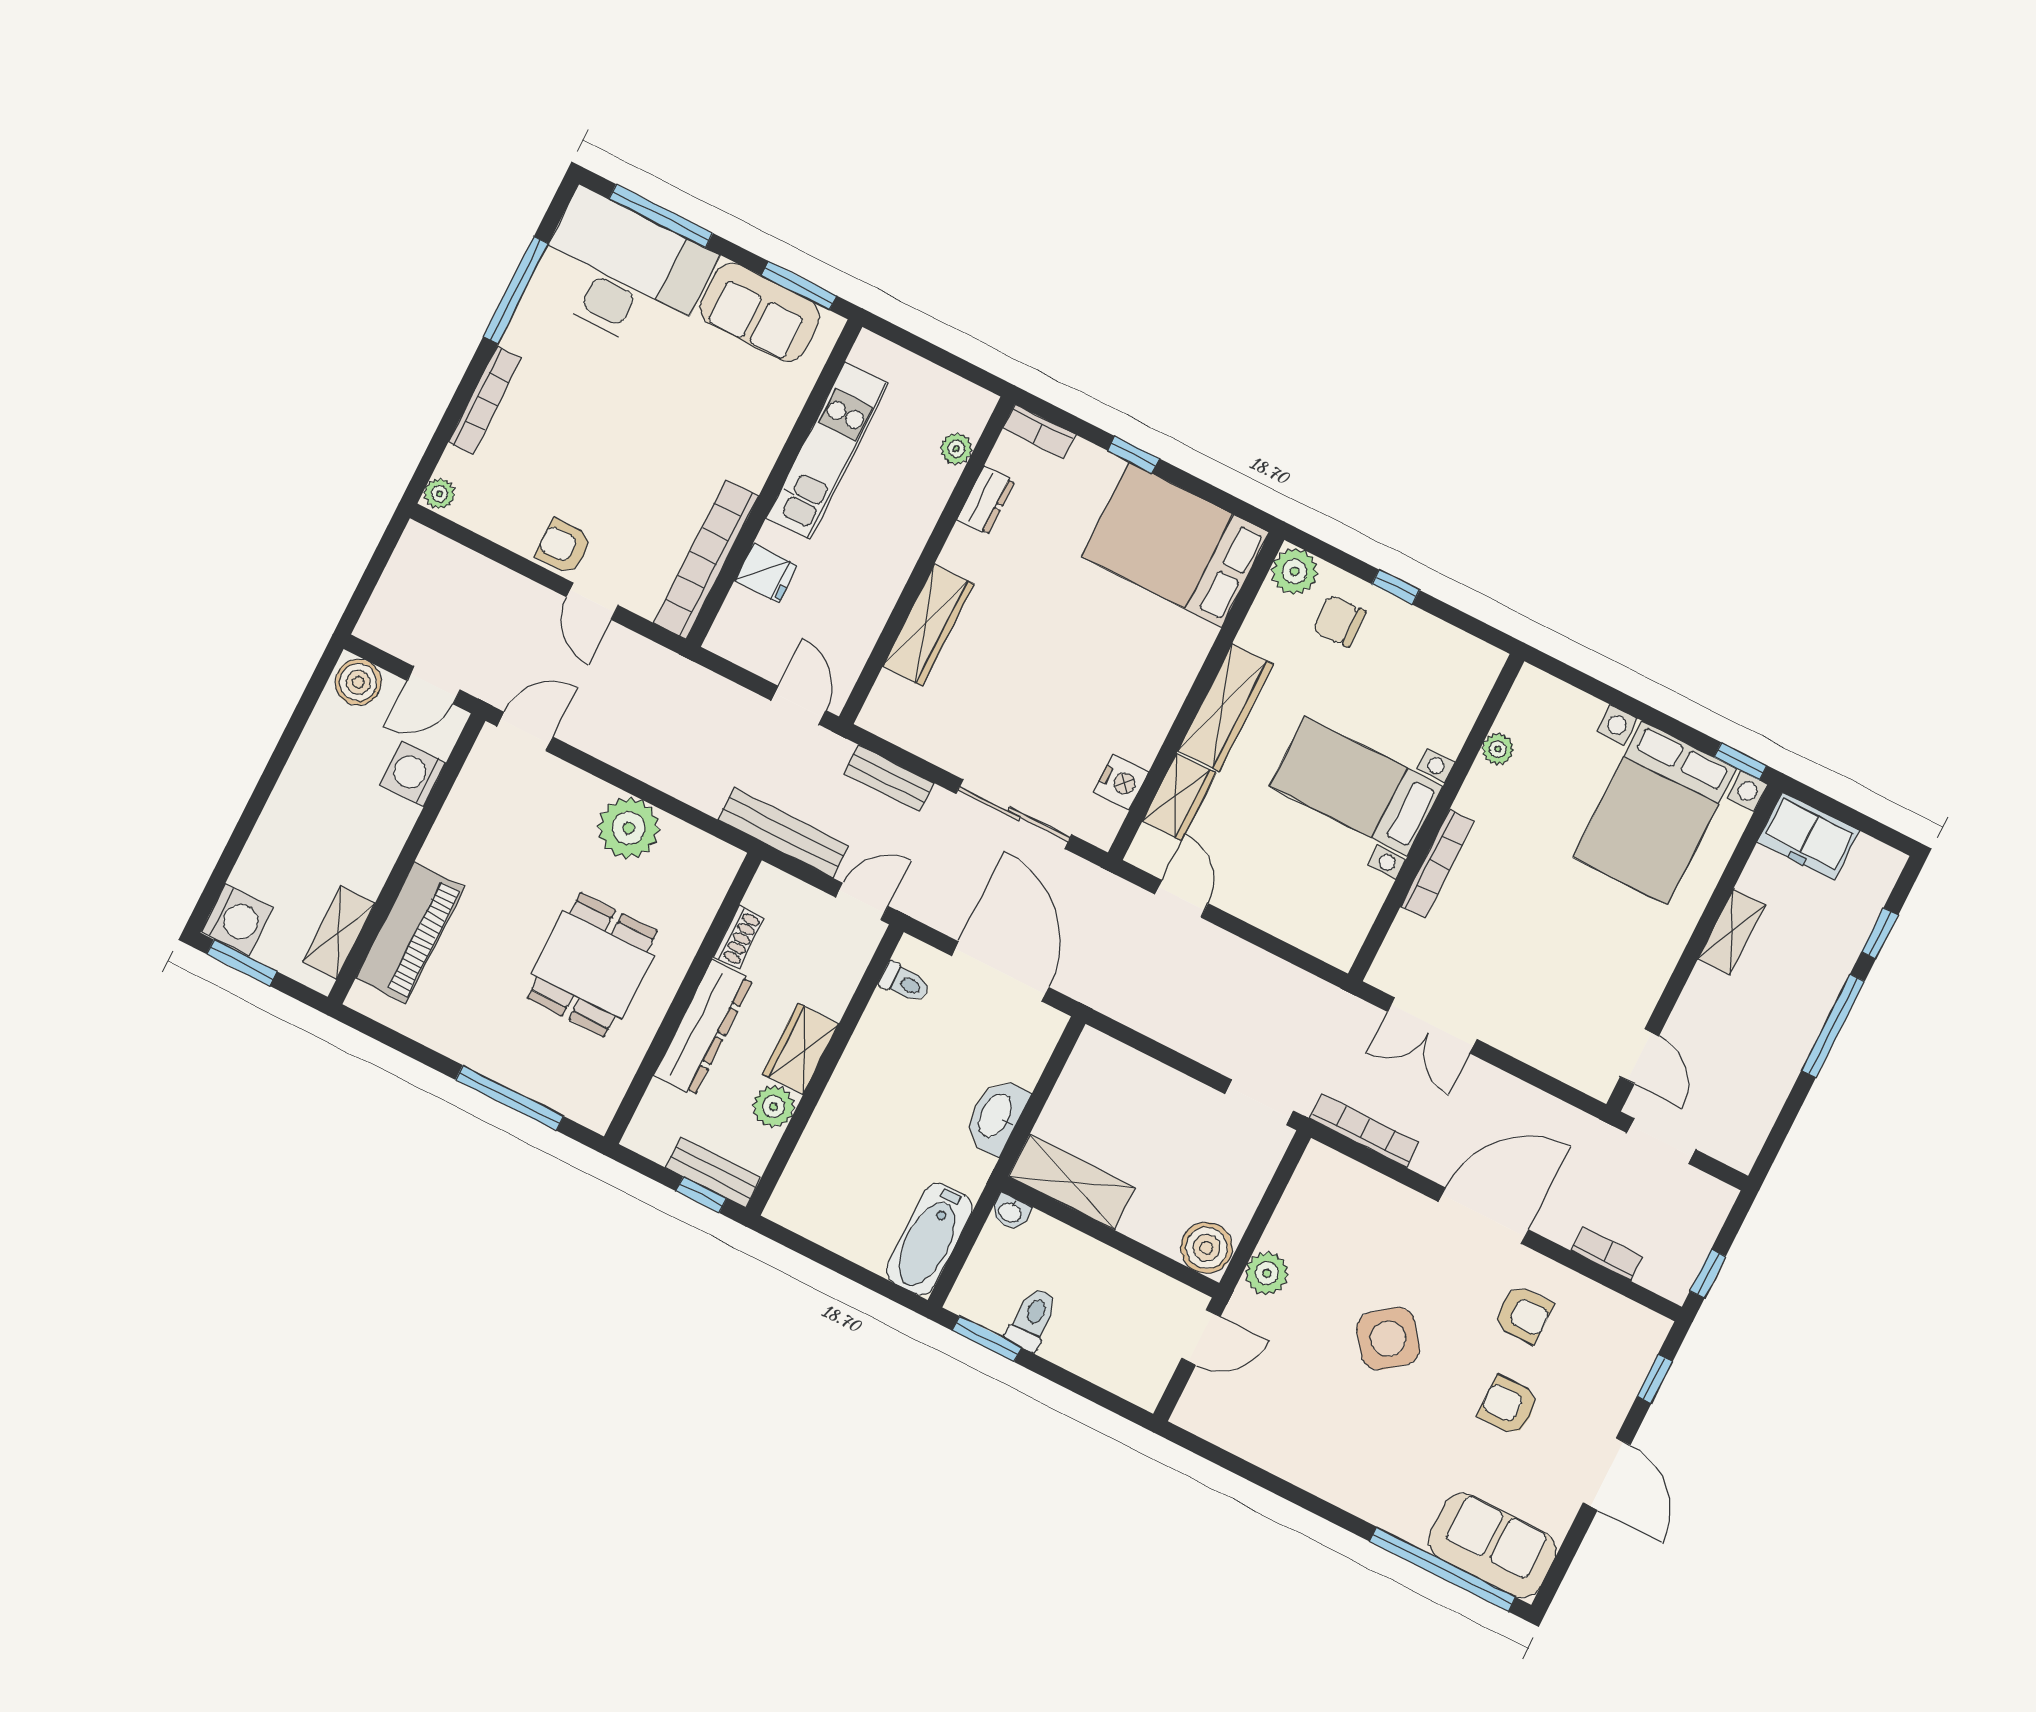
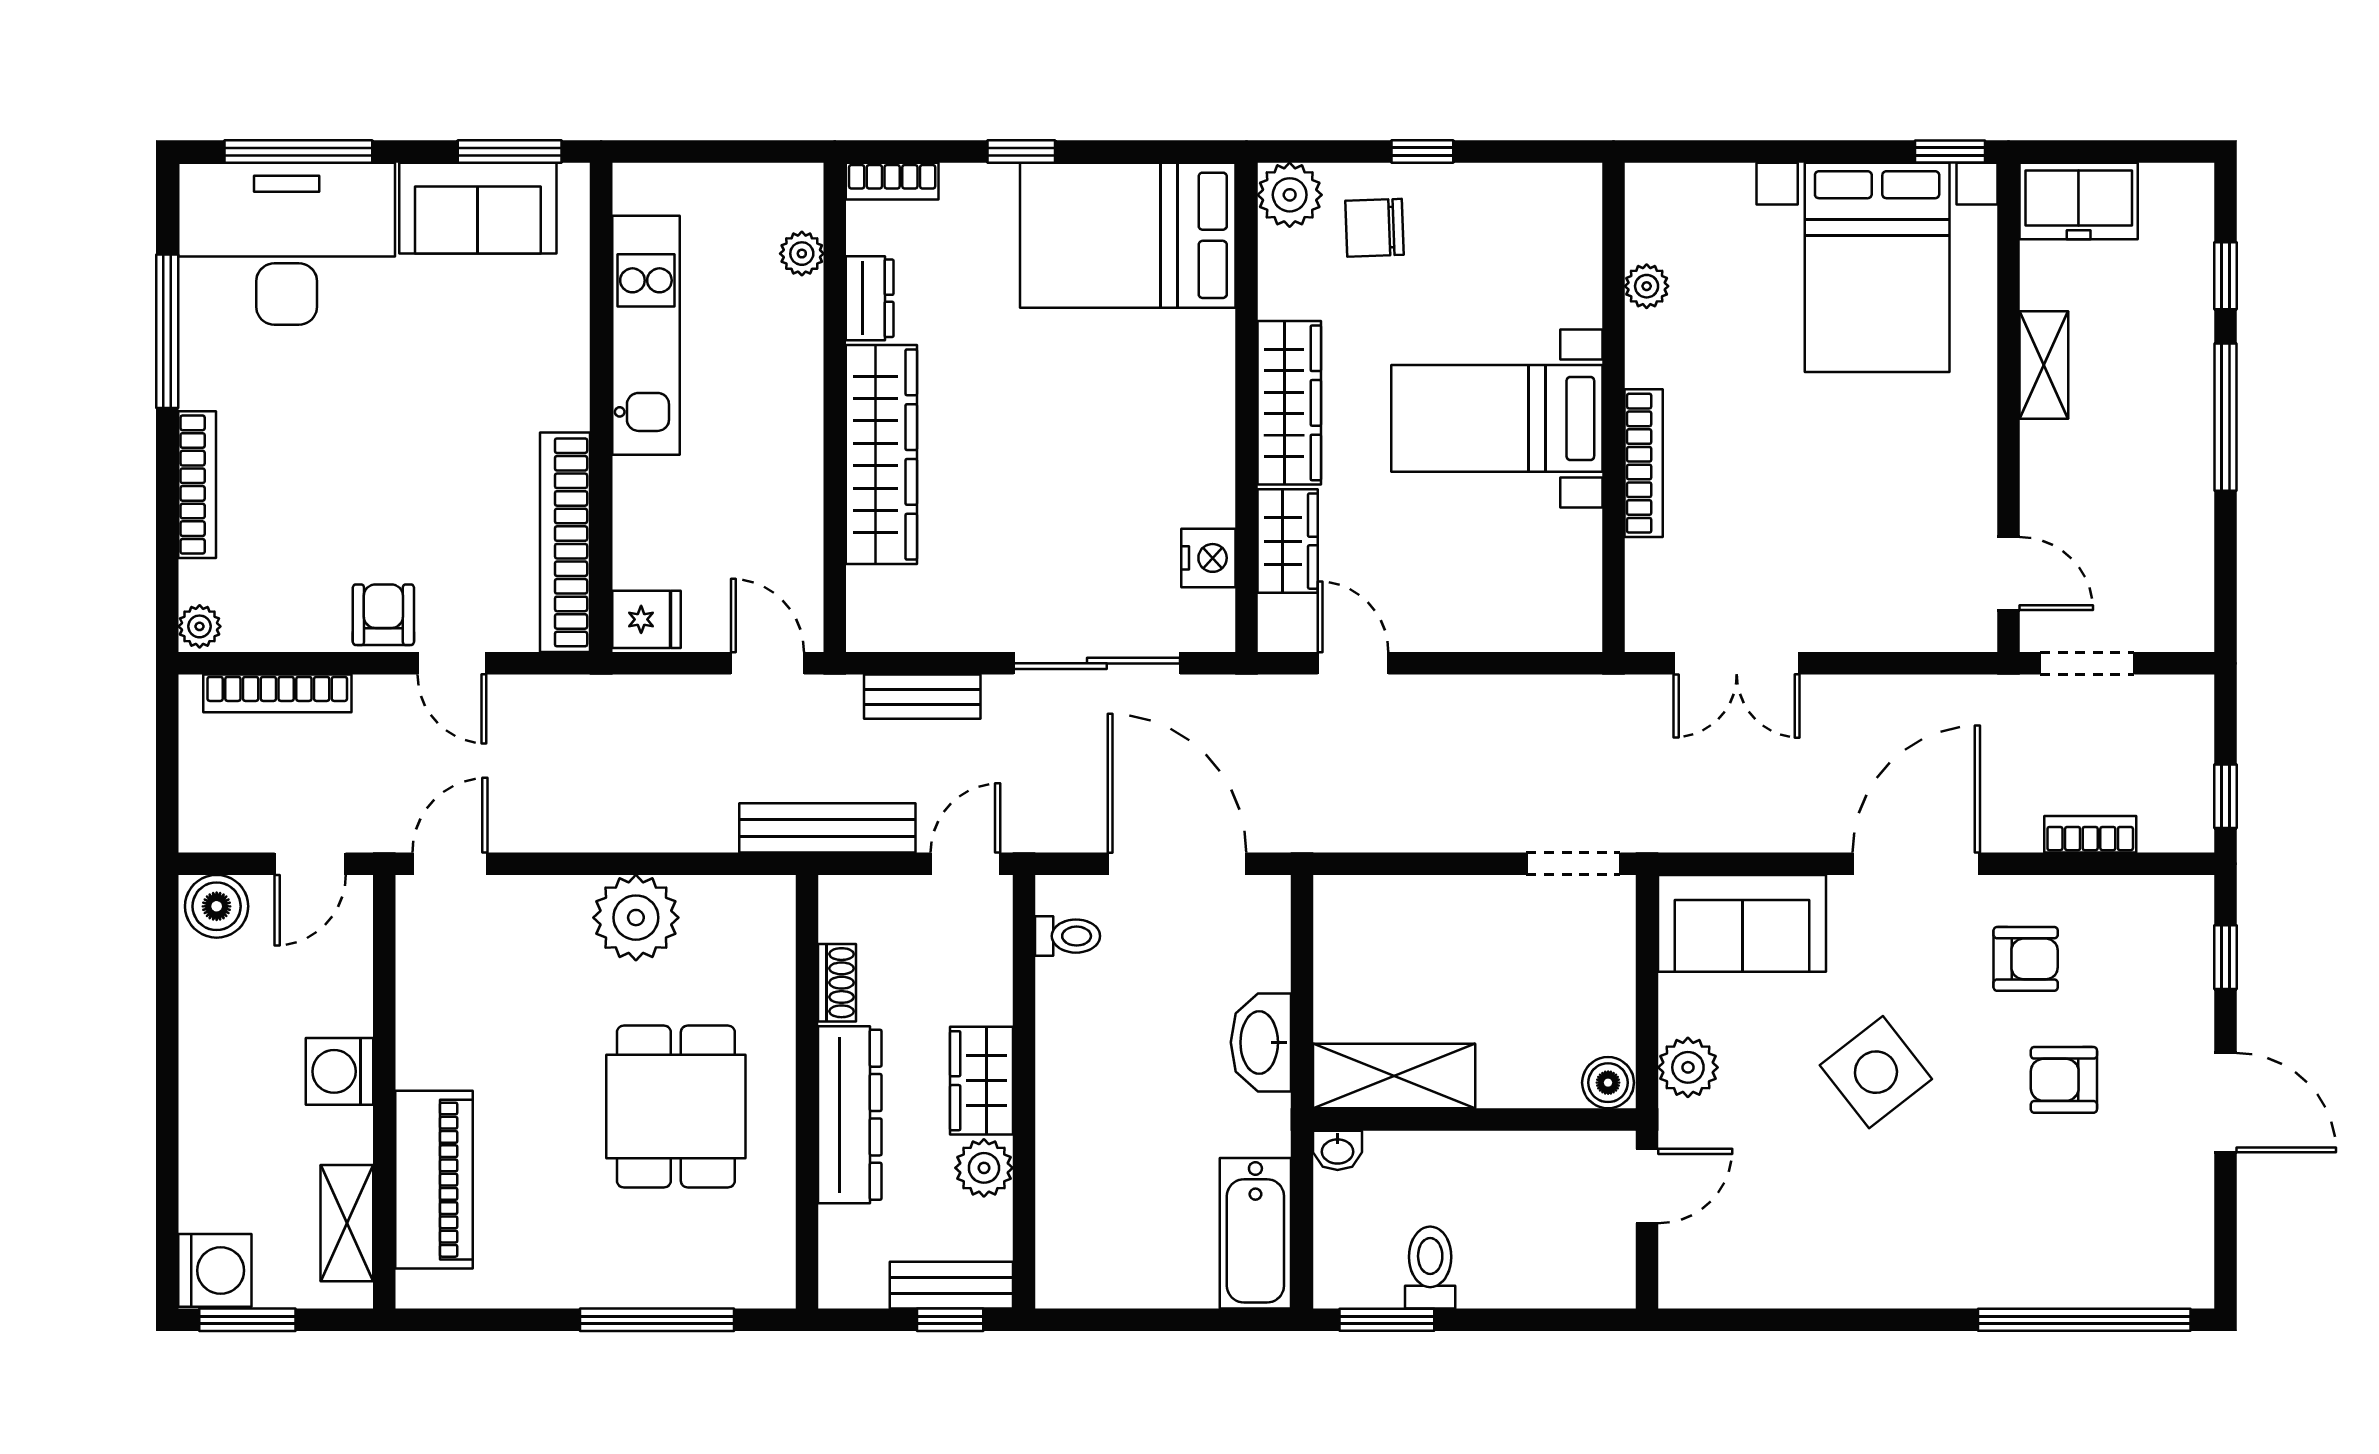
armchair: (564, 547) -> (383, 615), turned 90
fridge: (766, 573) -> (646, 619), moved
wardrobe: (928, 625) -> (881, 455), width x1.40, depth x1.17
washing machine: (413, 774) -> (339, 1071), moved
bookcase: (1364, 1131) -> (277, 693), moved, turned 180
boiler: (1207, 1248) -> (1608, 1083), width x0.73, depth x0.73
sofa: (1492, 1546) -> (1742, 923), moved, turned 180

